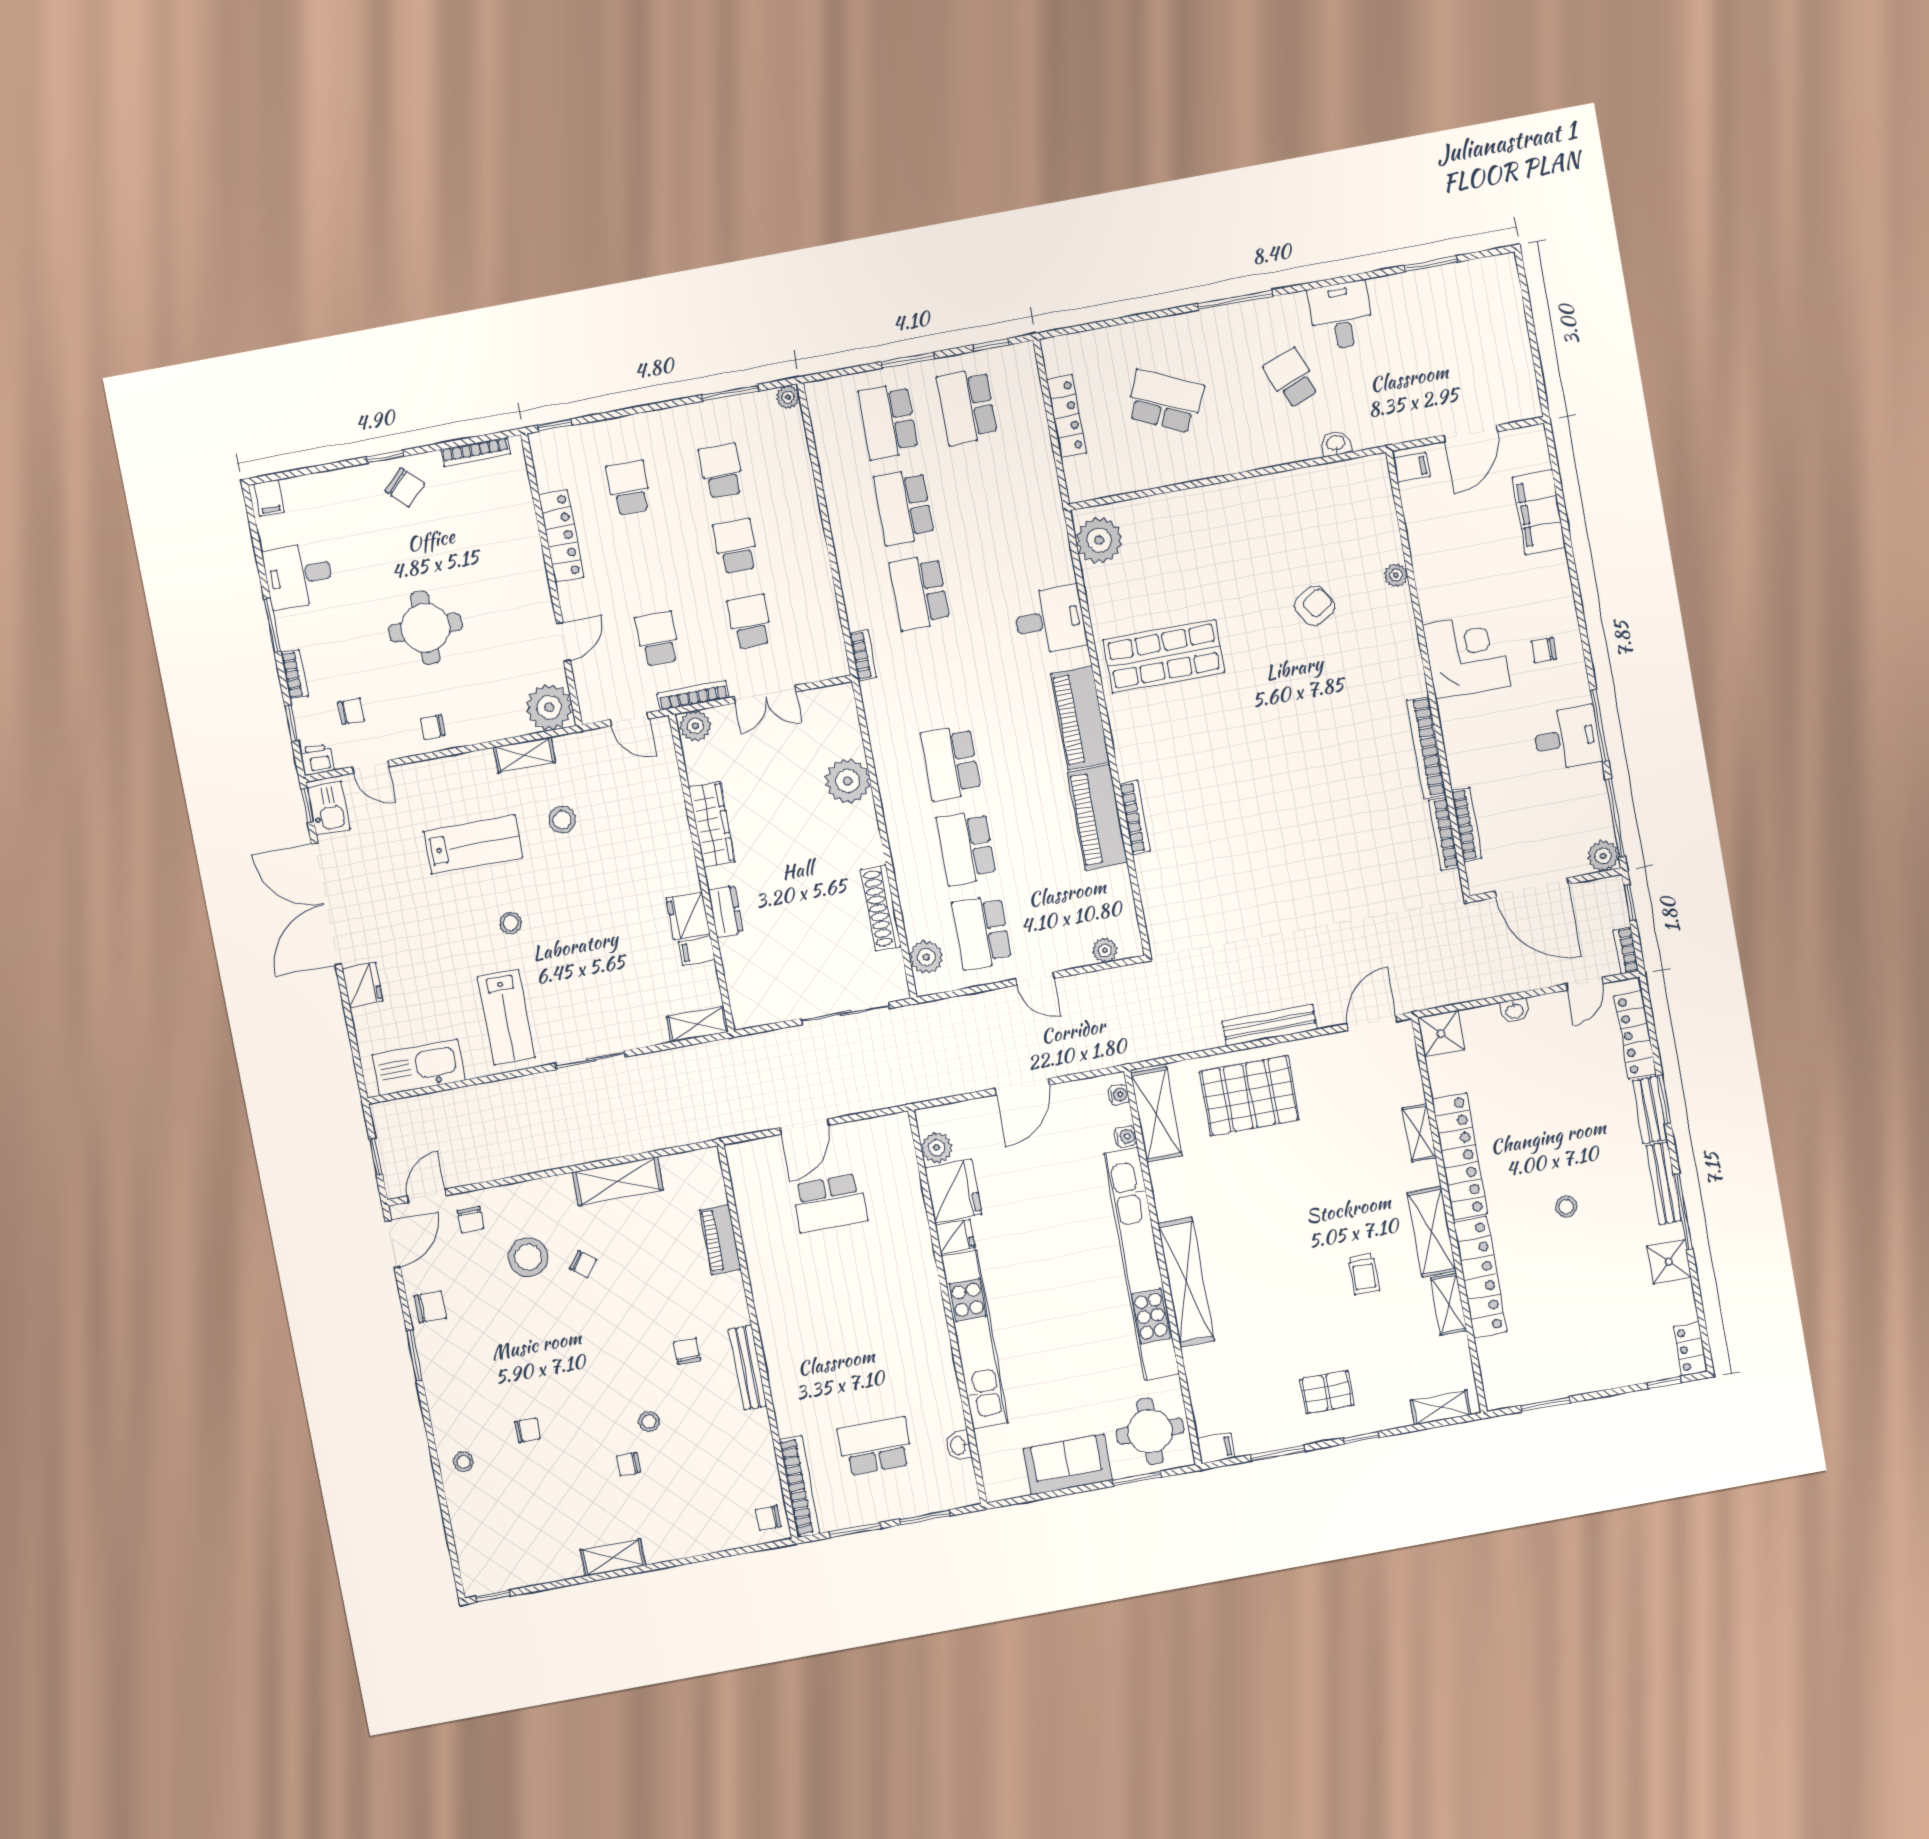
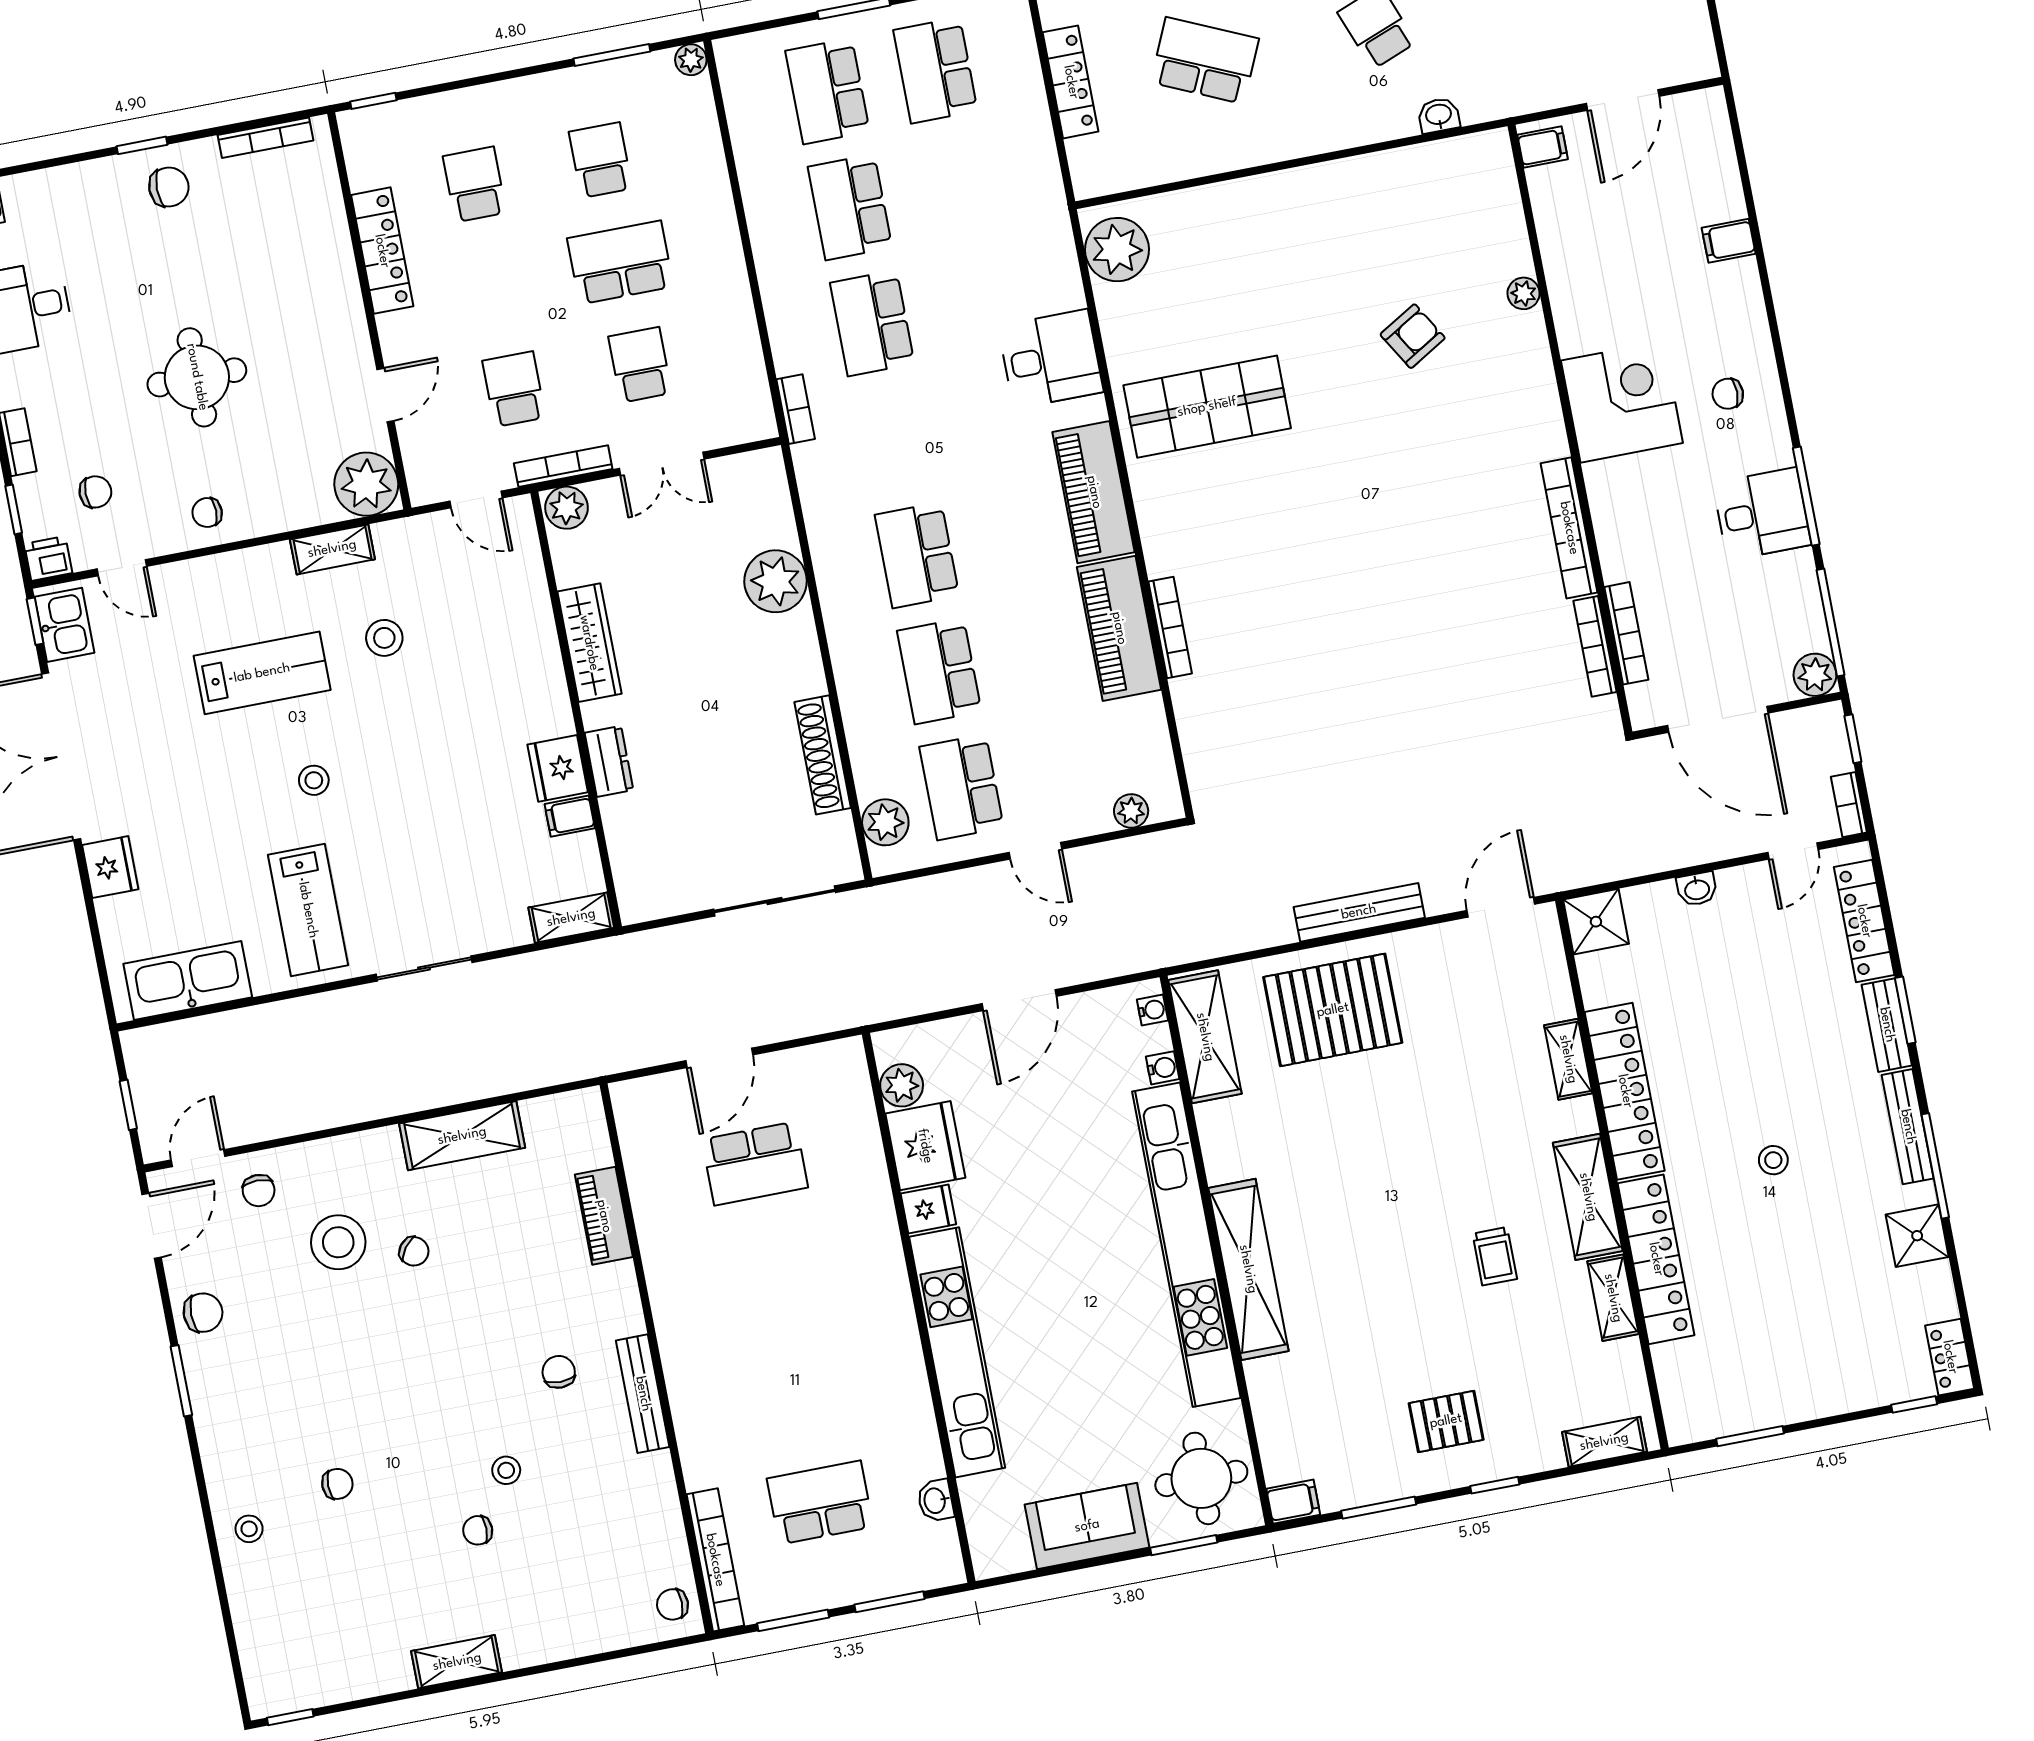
chair: (405, 487) -> (169, 187), turned -44
filing cabinet: (1539, 512) -> (1729, 241), width x0.33, depth x0.86
school desk: (736, 546) -> (620, 262), width x1.85

